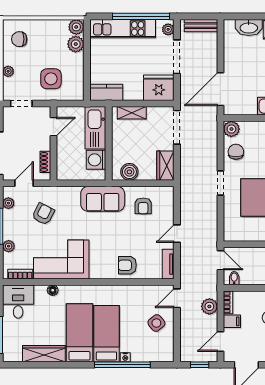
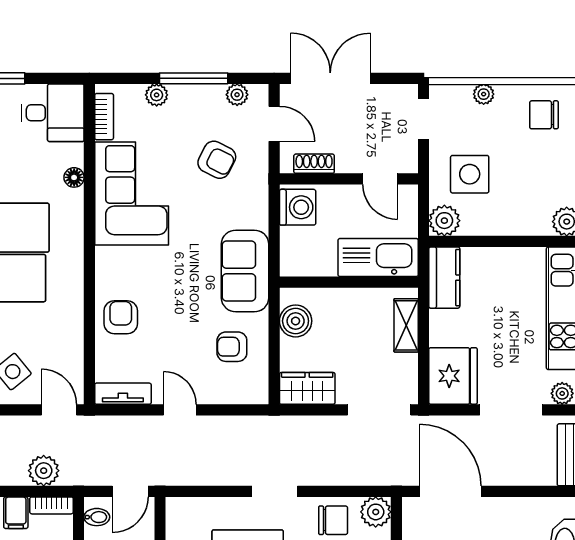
chair: (19, 39) -> (544, 115), turned -90
plant: (76, 44) -> (444, 221), moved
washing machine: (96, 160) -> (298, 207), moved, turned 90

